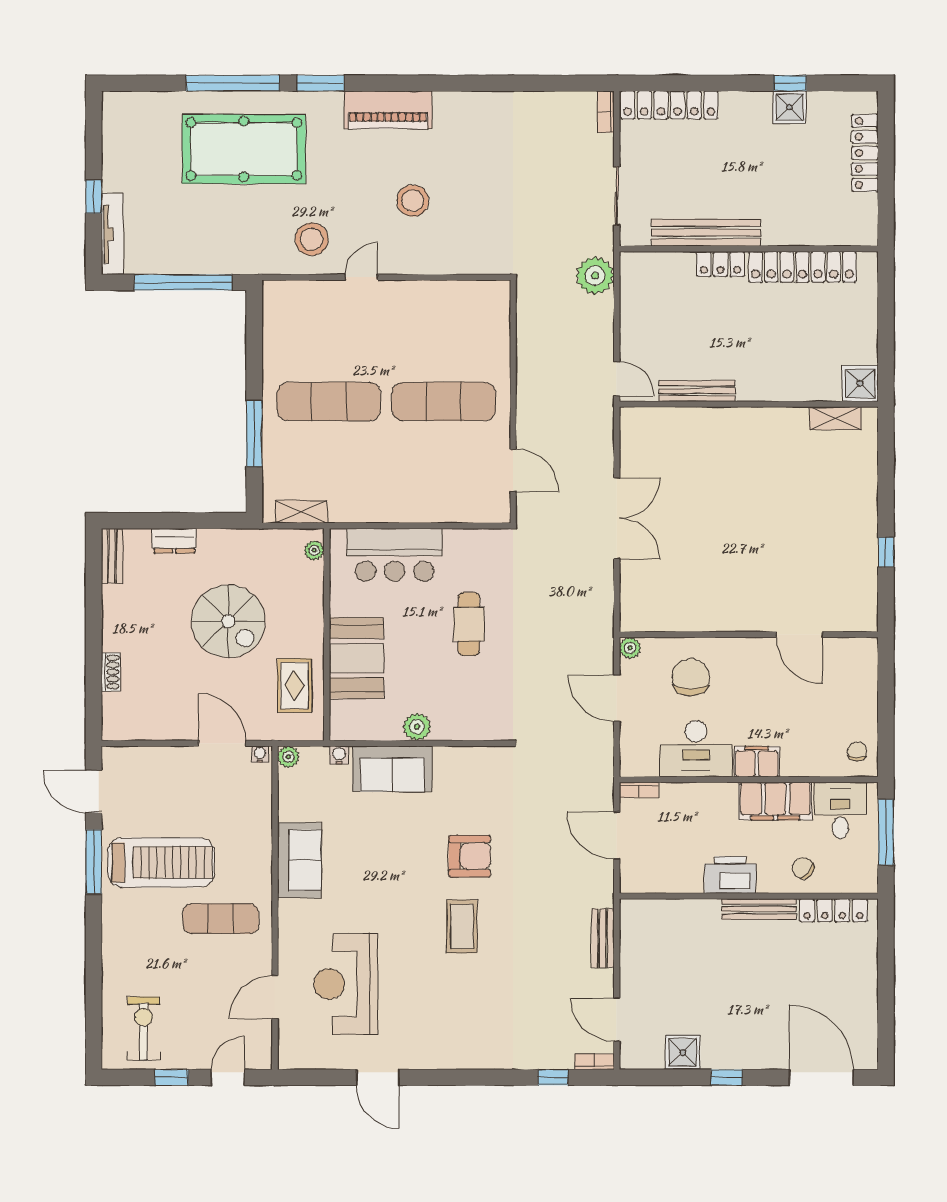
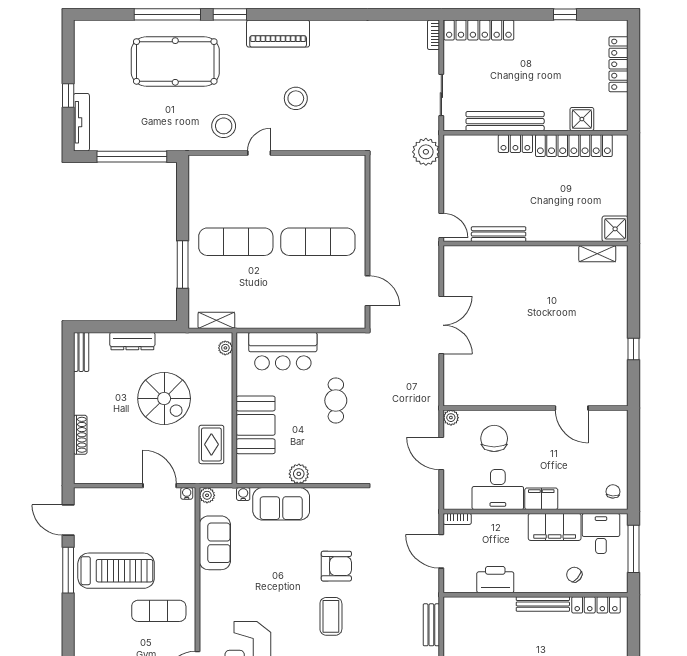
shower: (790, 107) -> (582, 119), moved
dresser: (174, 541) -> (132, 341), width x1.44
shoe rack: (111, 672) -> (80, 435), width x1.43
sofa: (299, 860) -> (215, 543), moved
printer: (730, 875) -> (495, 580), moved

